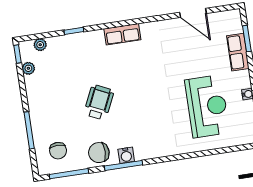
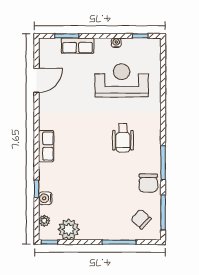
plant: (28, 68) -> (69, 229), width x1.87, depth x1.87
wheelchair: (99, 102) -> (123, 138), moved, turned -115
chair: (58, 151) -> (141, 219), turned -137
water cooler: (126, 155) -> (45, 198), moved, turned 180

